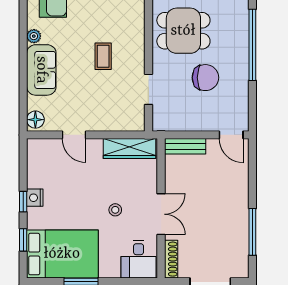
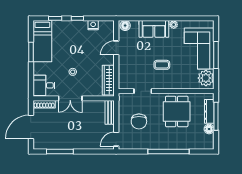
chair: (205, 78) -> (139, 121), moved
nightstand: (35, 198) -> (93, 25), moved
bed: (62, 254) -> (42, 41), width x0.67

